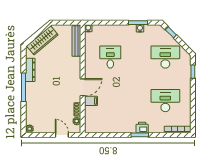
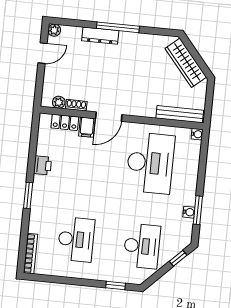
desk: (110, 57) -> (150, 163), width x1.87, depth x1.30
dresser: (30, 70) -> (100, 36), moved
door: (83, 87) -> (109, 117), hinge flipped
locker: (89, 116) -> (65, 122), added
printer: (142, 127) -> (43, 165), moved
door: (62, 135) -> (43, 53), moved

